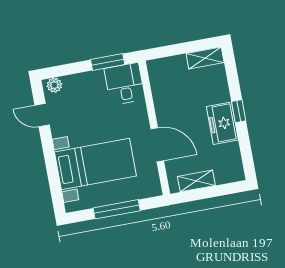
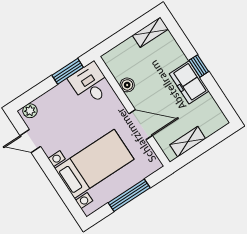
boiler: (160, 100) -> (127, 85), added

